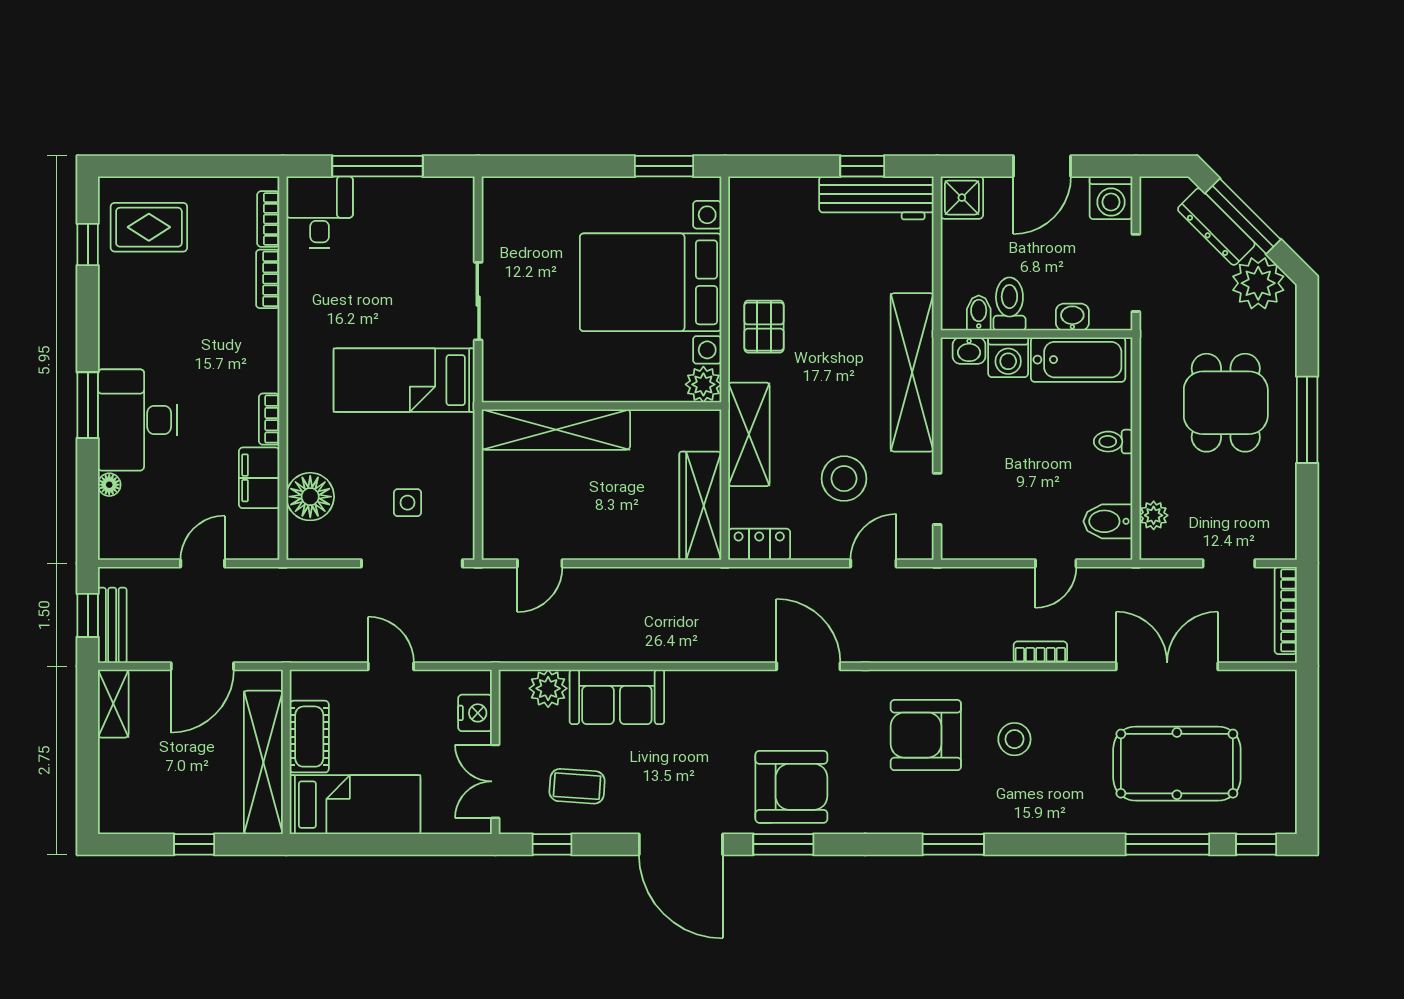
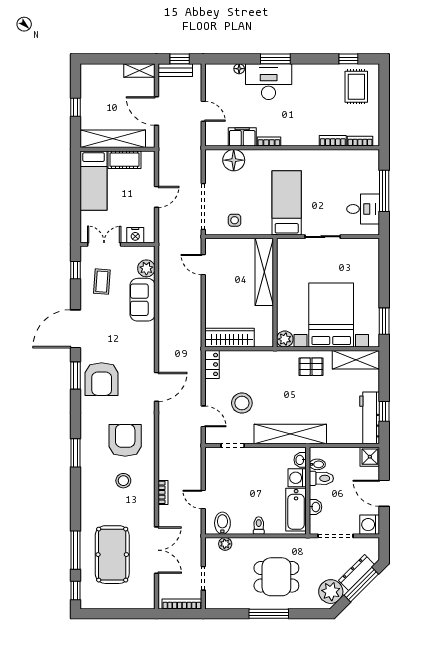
desk: (320, 212) -> (363, 209), moved
shelving: (749, 434) -> (356, 360), moved
side table: (407, 503) -> (235, 220), moved

